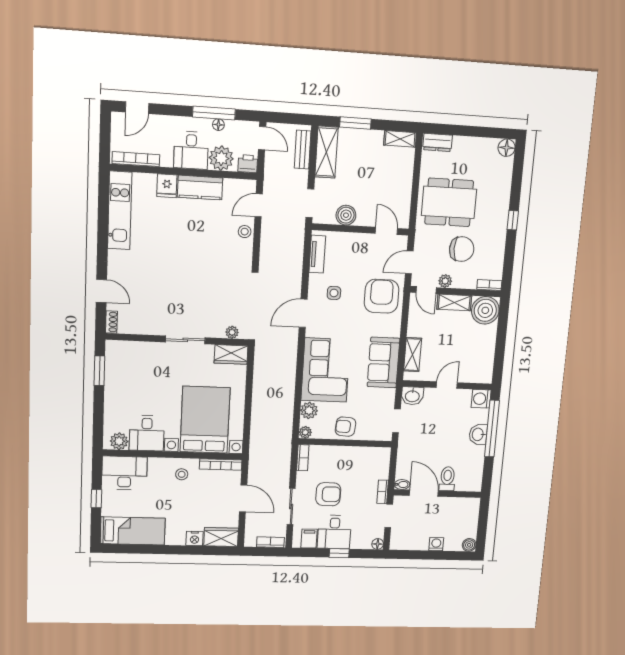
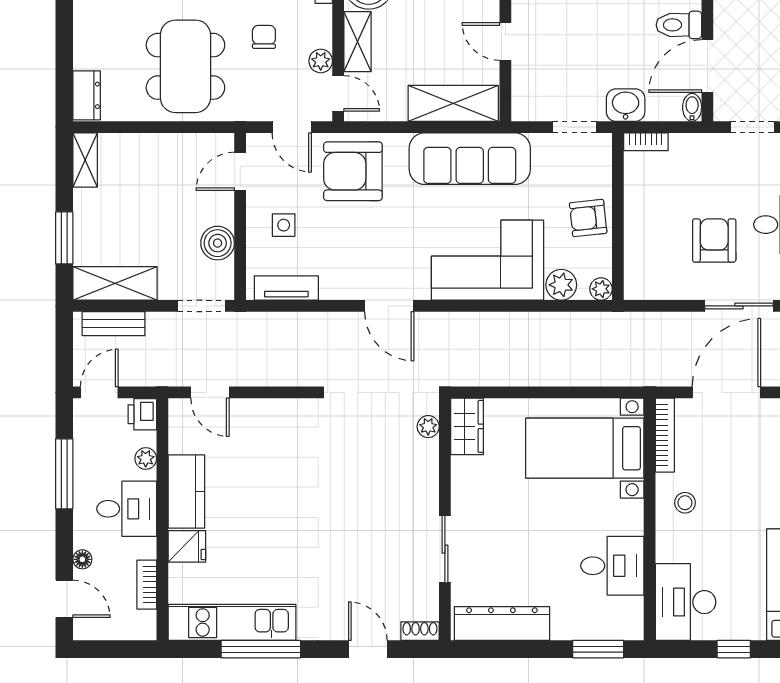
floor lamp: (218, 125) -> (82, 559), moved
plant: (221, 158) -> (146, 459), width x0.53, depth x0.53
bookcase: (136, 159) -> (147, 585), width x0.64
window: (103, 227) -> (261, 649), added
stool: (245, 232) -> (255, 414), removed
chair: (462, 249) -> (264, 37), width x0.54, depth x0.54
door: (426, 290) -> (338, 93), hinge flipped
door: (101, 291) -> (368, 649), hinge flipped
side table: (334, 293) -> (284, 225), moved
sliding door: (185, 340) -> (445, 549), moved
shelving: (413, 355) -> (453, 103), width x1.50, depth x1.33
sofa: (383, 363) -> (470, 159), width x1.36
dresser: (115, 370) -> (502, 623), added
window: (99, 371) -> (598, 649), moved
washbasin: (412, 396) -> (626, 105), moved, turned -90
bed with nightstands: (205, 420) -> (585, 448), width x0.73
armchair: (345, 427) -> (588, 218), turned 80
plant: (119, 441) -> (628, 613), removed
bookcase: (303, 458) -> (648, 291), removed
bookcase: (383, 492) -> (646, 142), moved
door: (243, 498) -> (726, 392), width x1.36

